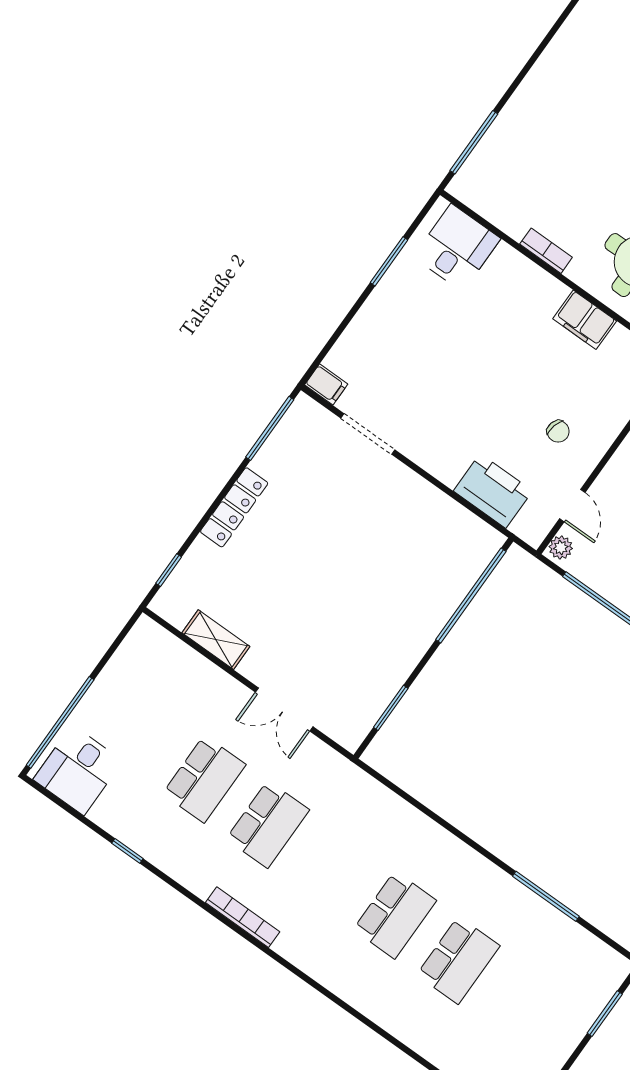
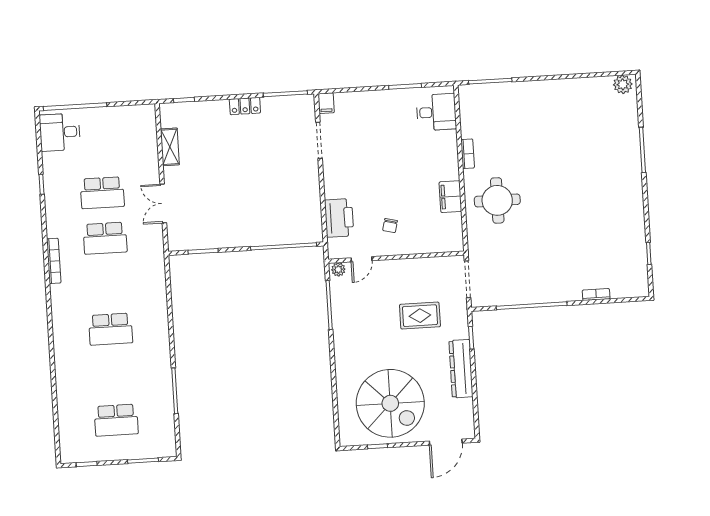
locker: (234, 507) -> (245, 106), width x0.66
school desk: (458, 960) -> (116, 420), moved

